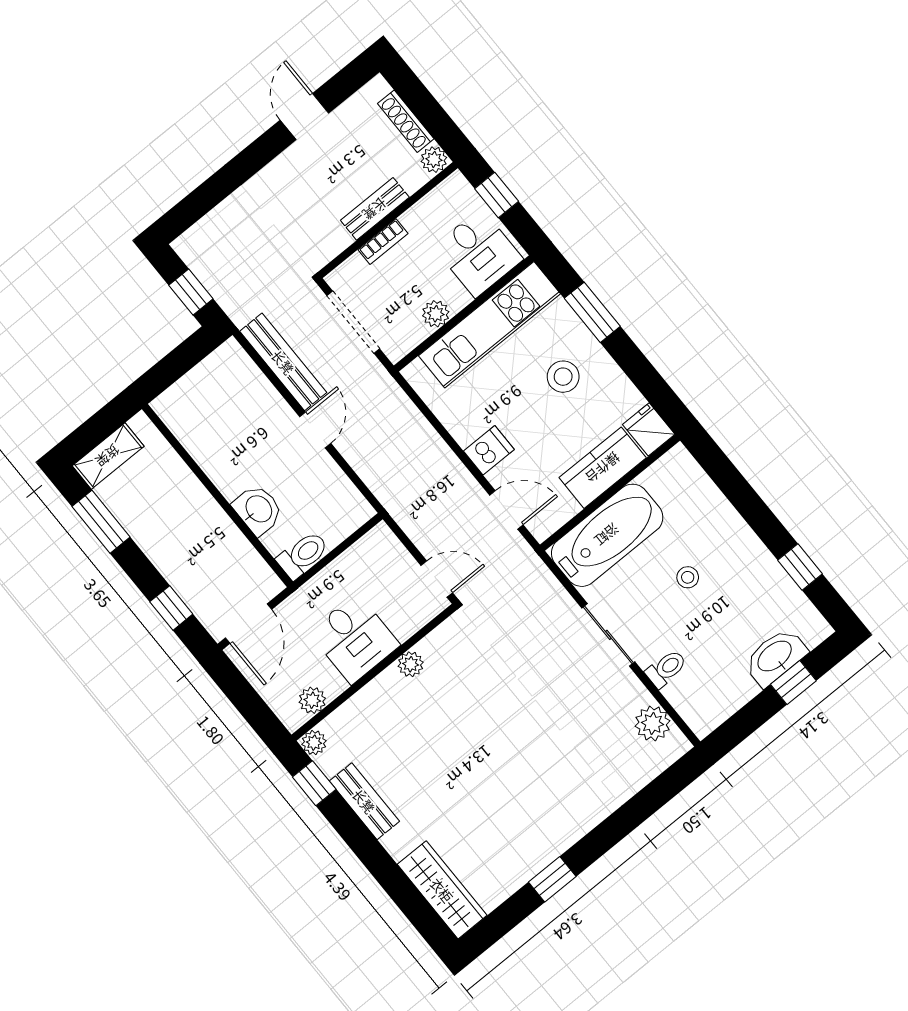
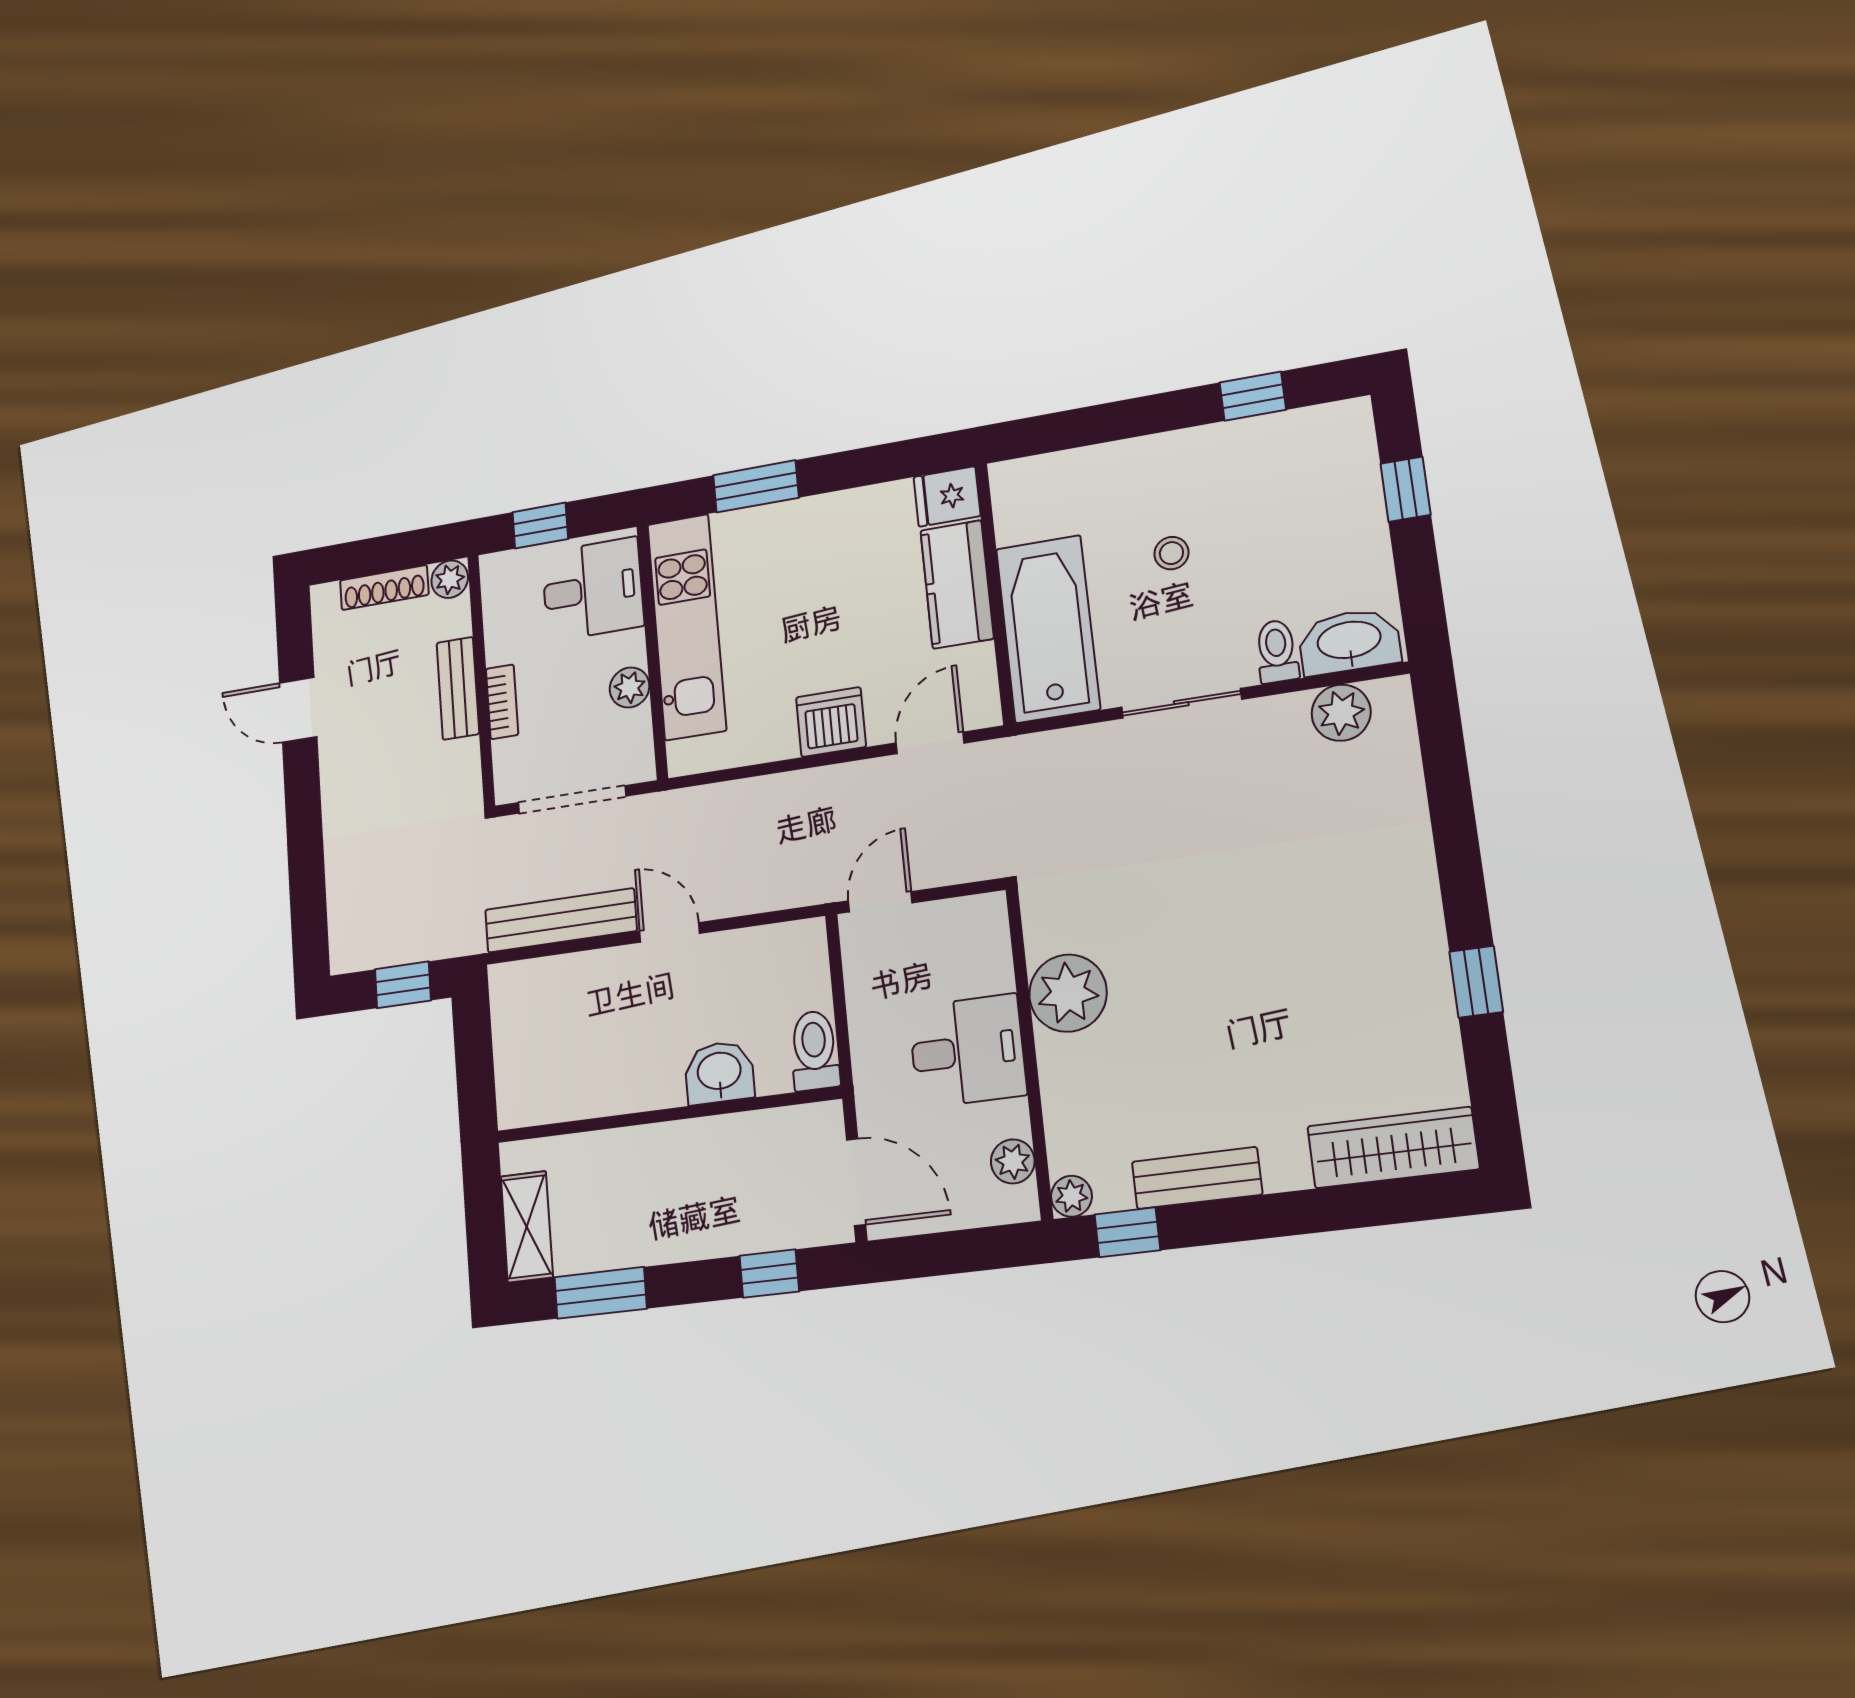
stool: (563, 377) -> (810, 569), removed
dishwasher: (489, 450) -> (831, 722), width x1.38
door: (437, 579) -> (880, 902), moved
washbasin: (775, 657) -> (1349, 642), moved, turned 90
plant: (411, 664) -> (1068, 993), width x1.87, depth x1.87

